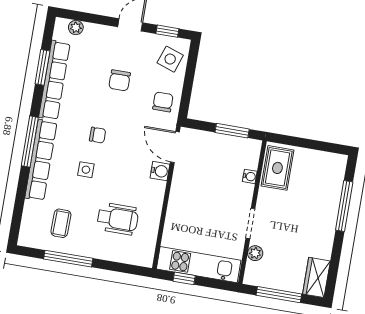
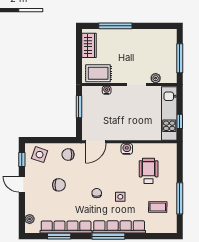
water cooler: (160, 171) -> (127, 149), moved
wardrobe: (316, 277) -> (89, 45), moved, turned -90

